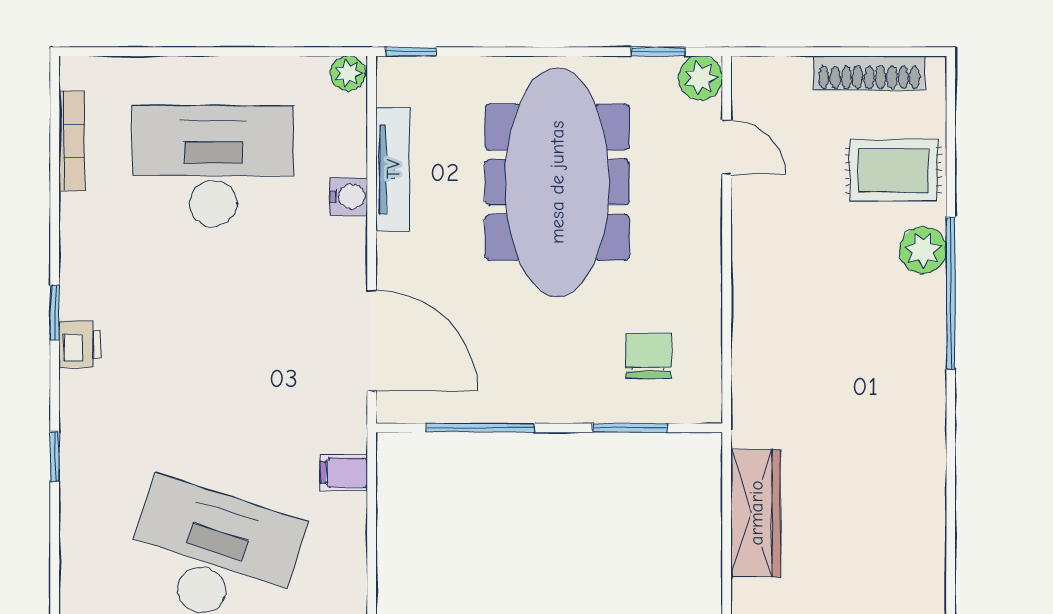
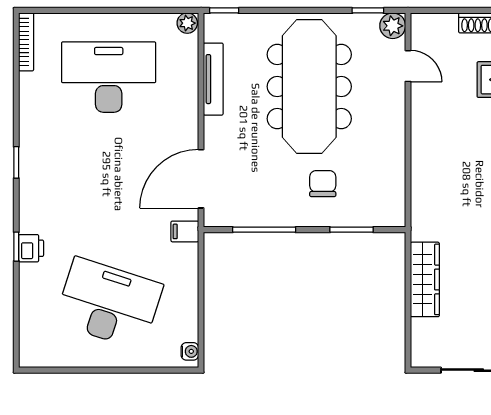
bookcase: (72, 141) -> (26, 42), moved
water cooler: (349, 197) -> (188, 95), removed
door: (372, 340) -> (201, 179), swing flipped
printer: (80, 344) -> (31, 248), moved
chair: (648, 356) -> (323, 184), moved
filing cabinet: (344, 472) -> (185, 231), moved

